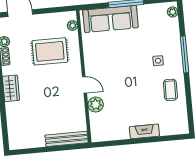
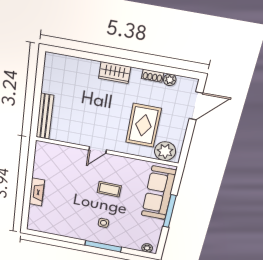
plant: (72, 25) -> (165, 151), width x1.88, depth x1.88
coffee table: (170, 90) -> (109, 189), moved
plant: (96, 105) -> (74, 155), removed

